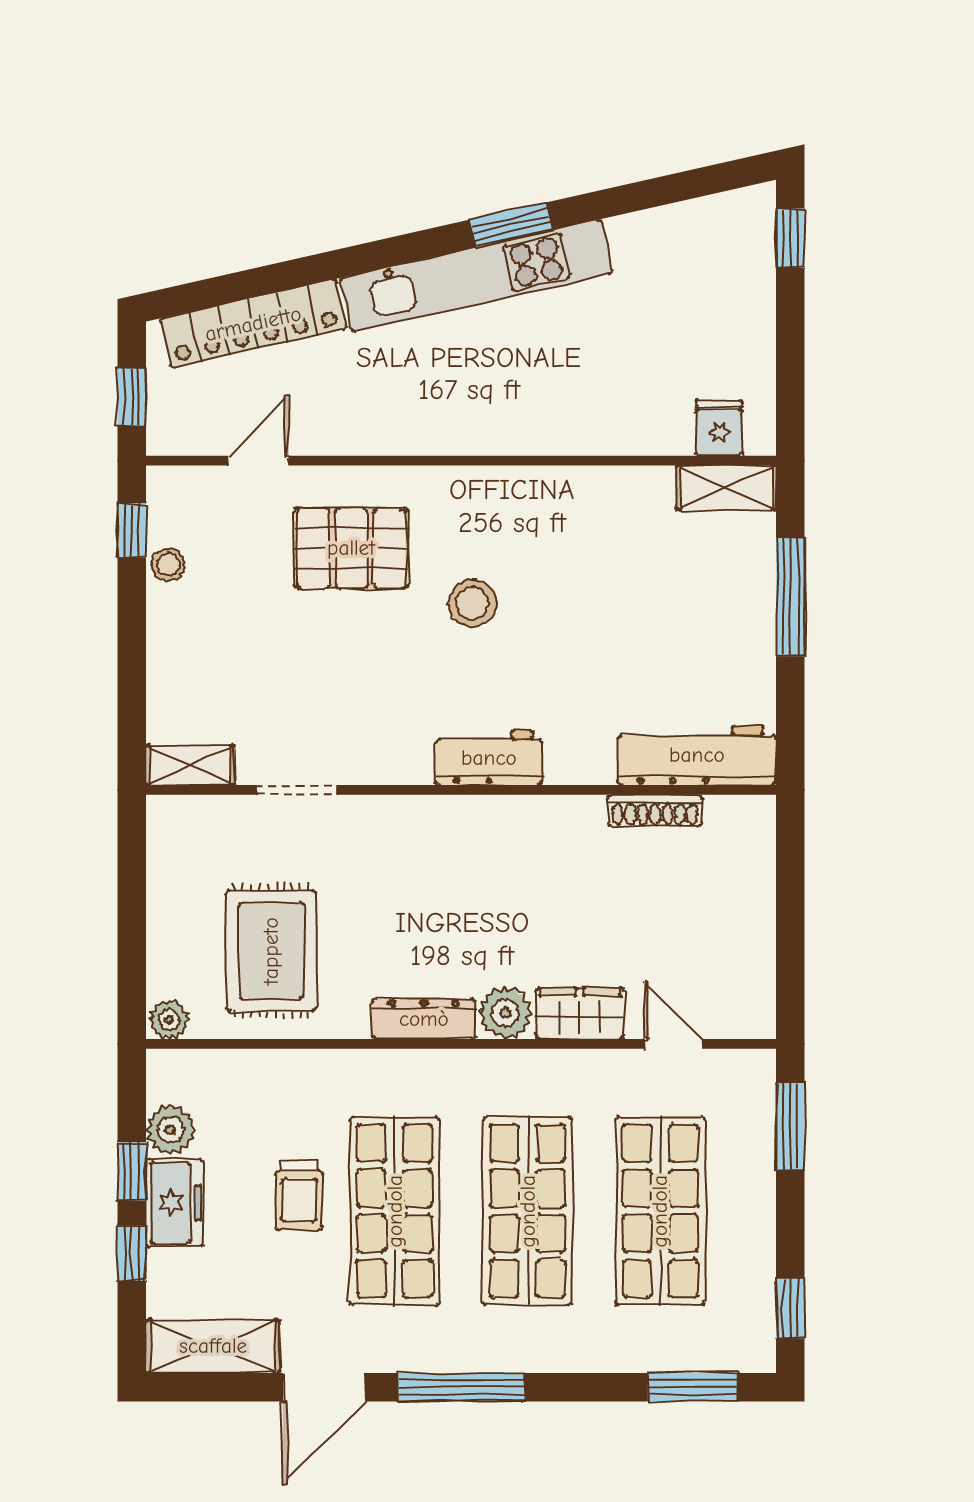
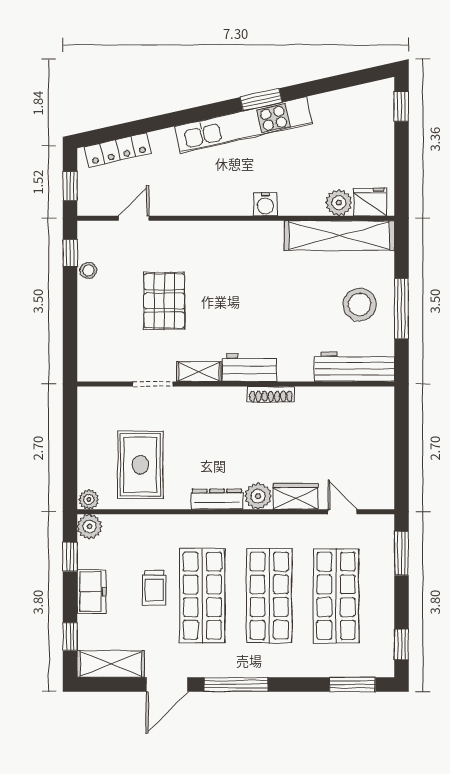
locker: (253, 324) -> (118, 150), width x0.71, depth x0.83
fridge: (719, 428) -> (370, 202), width x1.38
plant: (666, 430) -> (339, 203), added
water cooler: (520, 433) -> (265, 204), added
shelving: (727, 488) -> (339, 236), width x2.20, depth x1.33
pallet: (351, 548) -> (164, 301), moved, turned 90
window: (790, 597) -> (401, 309), moved
stool: (472, 603) -> (360, 305), moved, width x1.38, depth x1.38
shelving: (190, 765) -> (199, 372), moved
shoe rack: (655, 811) -> (271, 394), moved
plant: (171, 1130) -> (90, 526), moved
window: (132, 1171) -> (70, 557), moved
window: (132, 1253) -> (70, 637), moved

